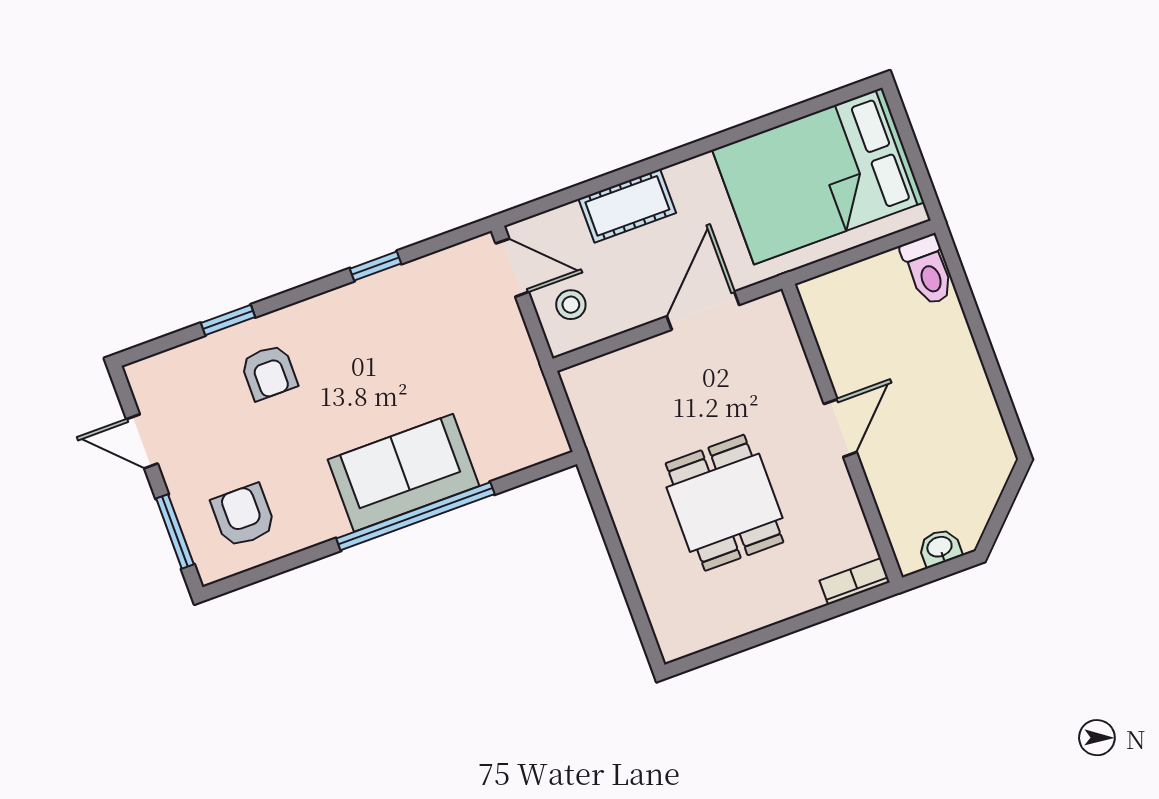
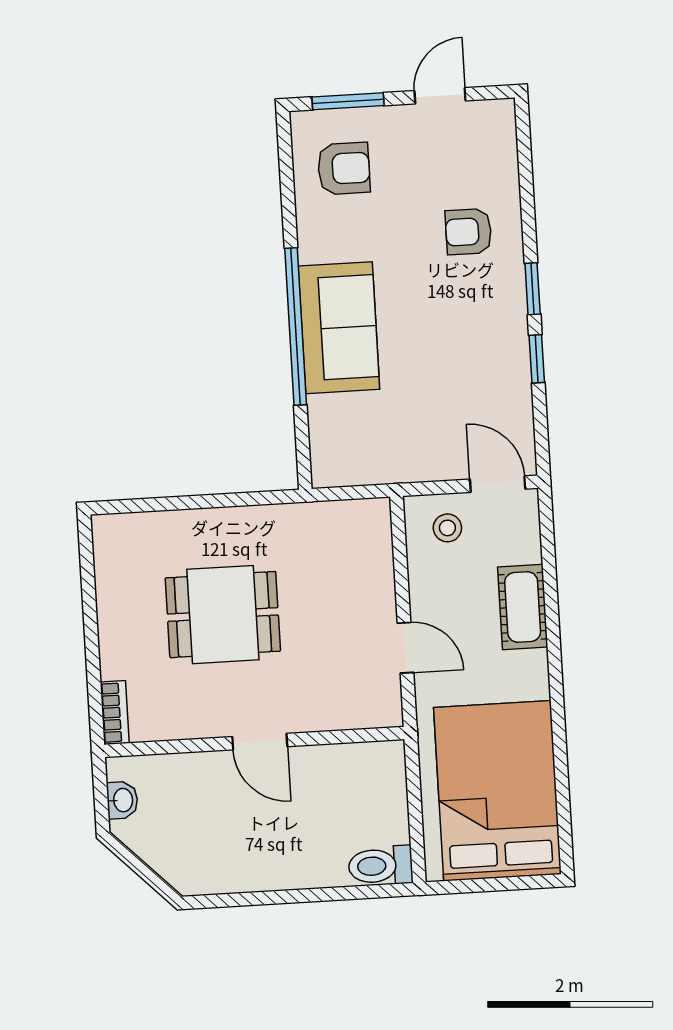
door: (512, 268) -> (498, 484), swing flipped
door: (703, 311) -> (405, 648), width x0.73
window: (228, 320) -> (533, 289), moved

